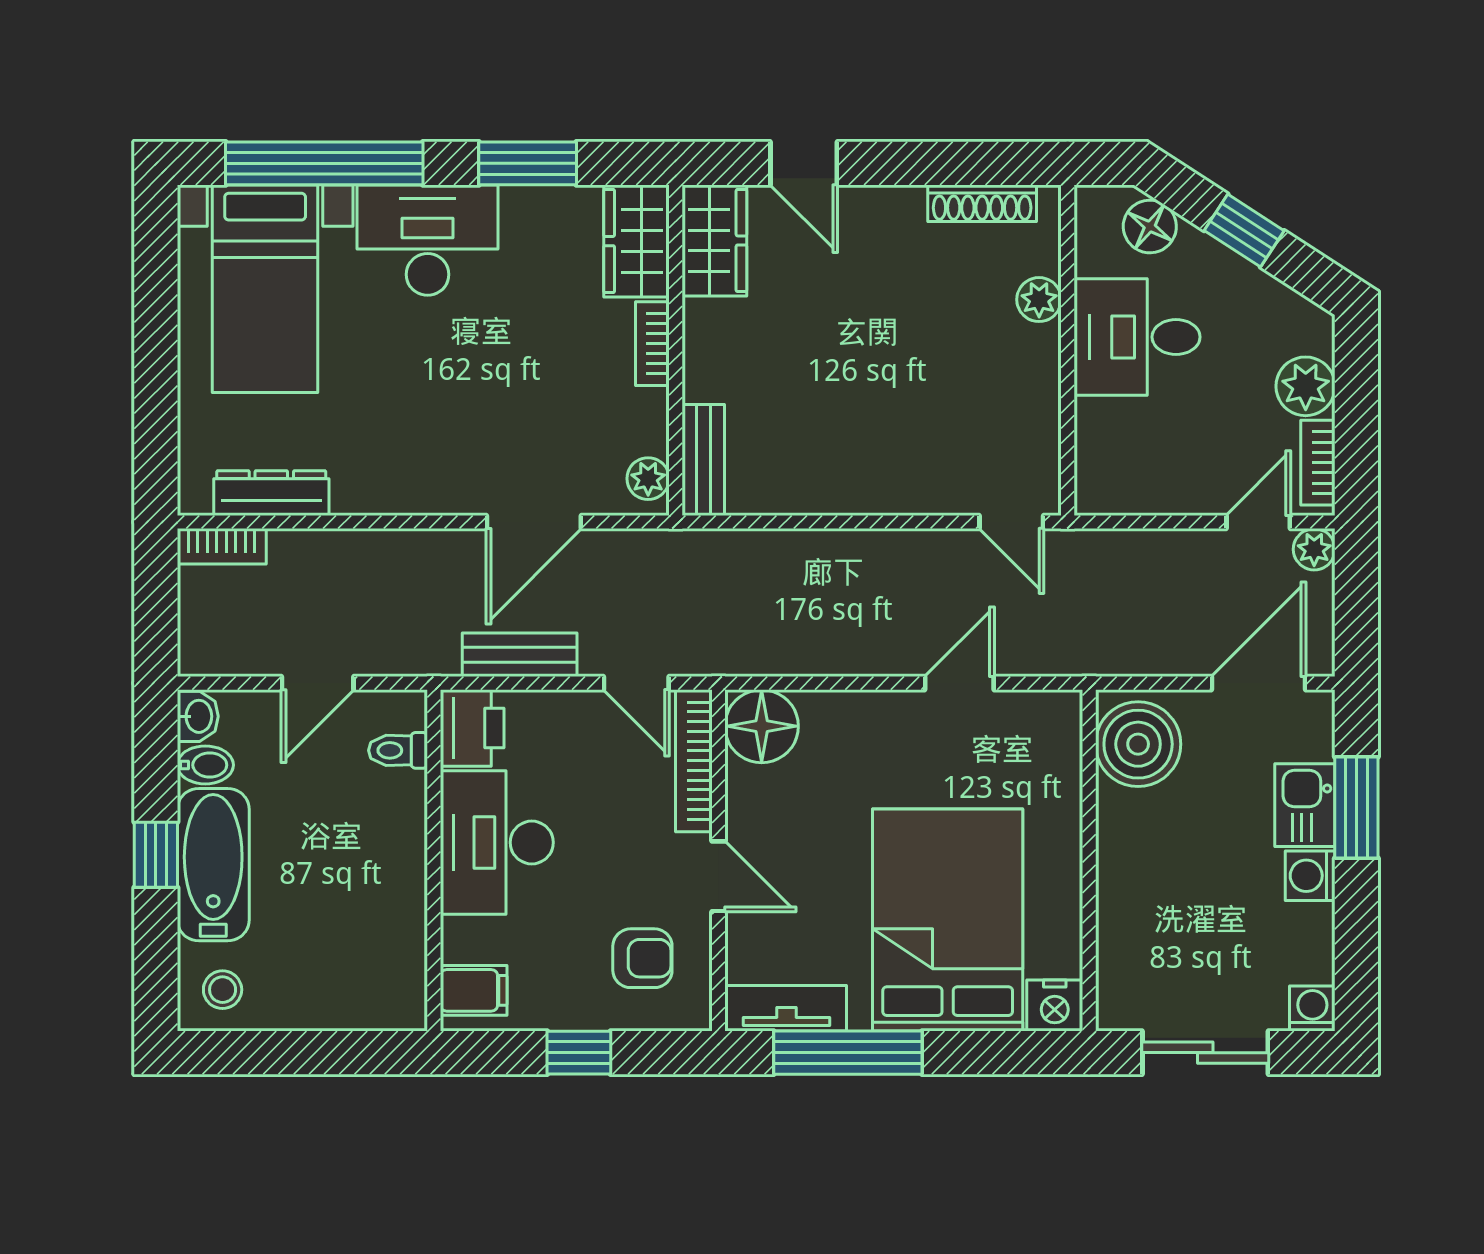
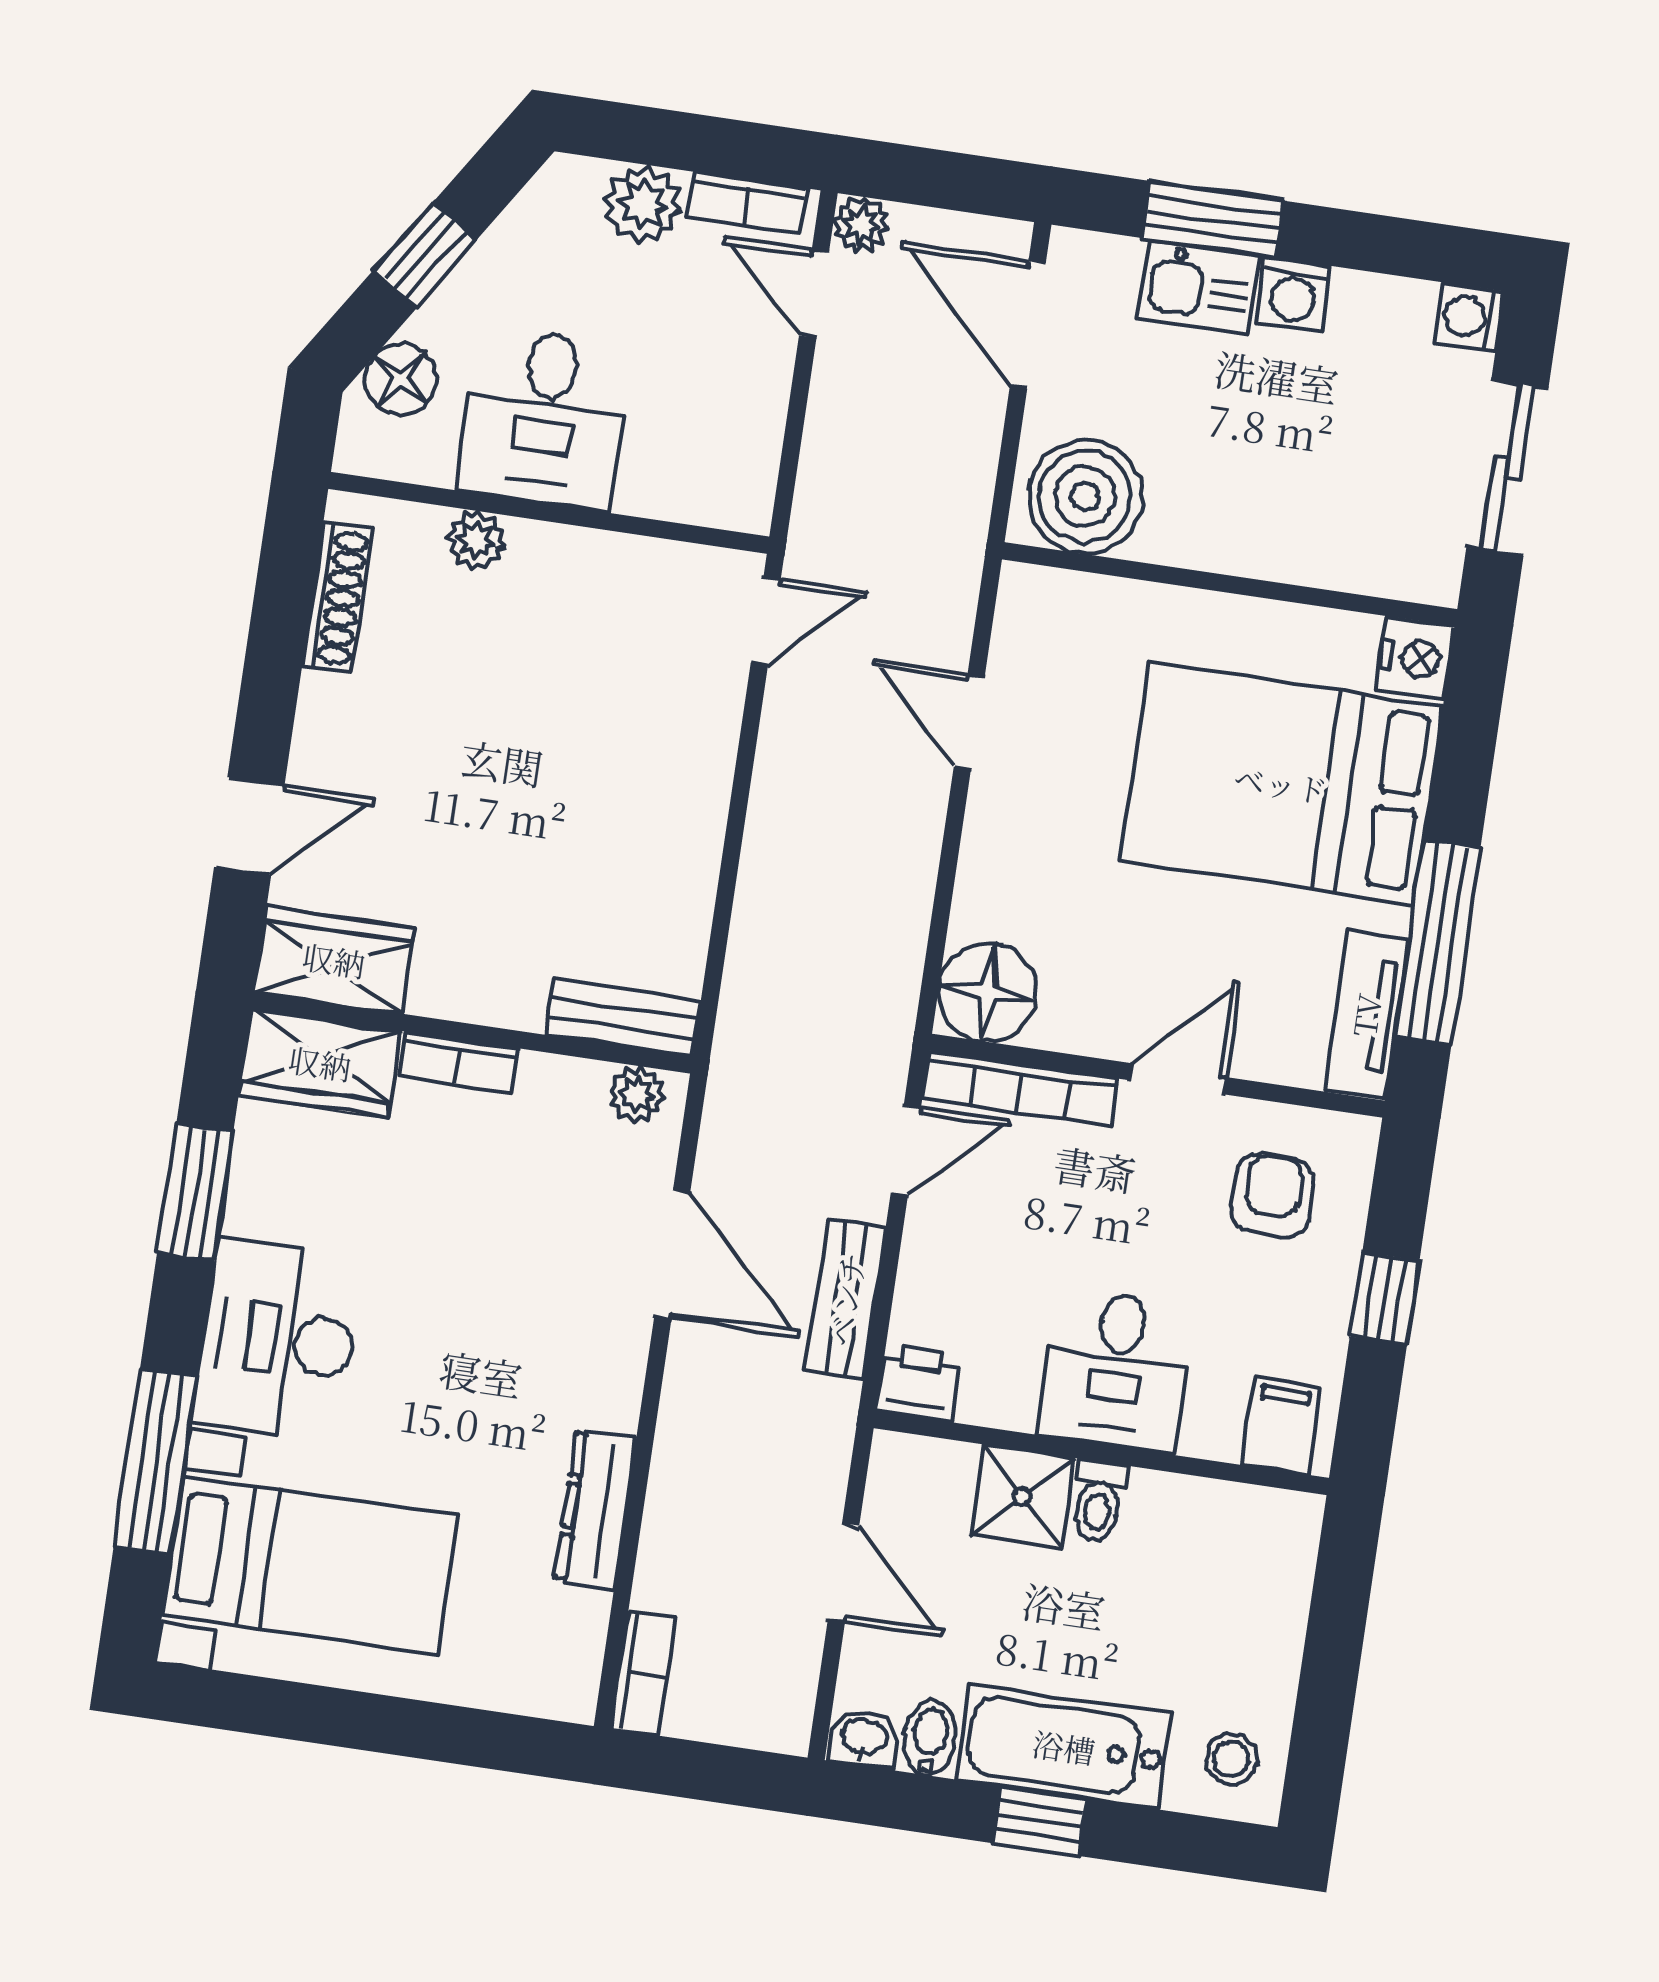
window: (324, 163) -> (155, 1462), width x0.68
dresser: (271, 493) -> (595, 1509), moved
printer: (472, 728) -> (918, 1383), width x0.73, depth x0.81
toilet: (398, 750) -> (1098, 1501), moved
shower: (393, 807) -> (1023, 1497), added
desk: (497, 842) -> (1116, 1370), width x0.73

